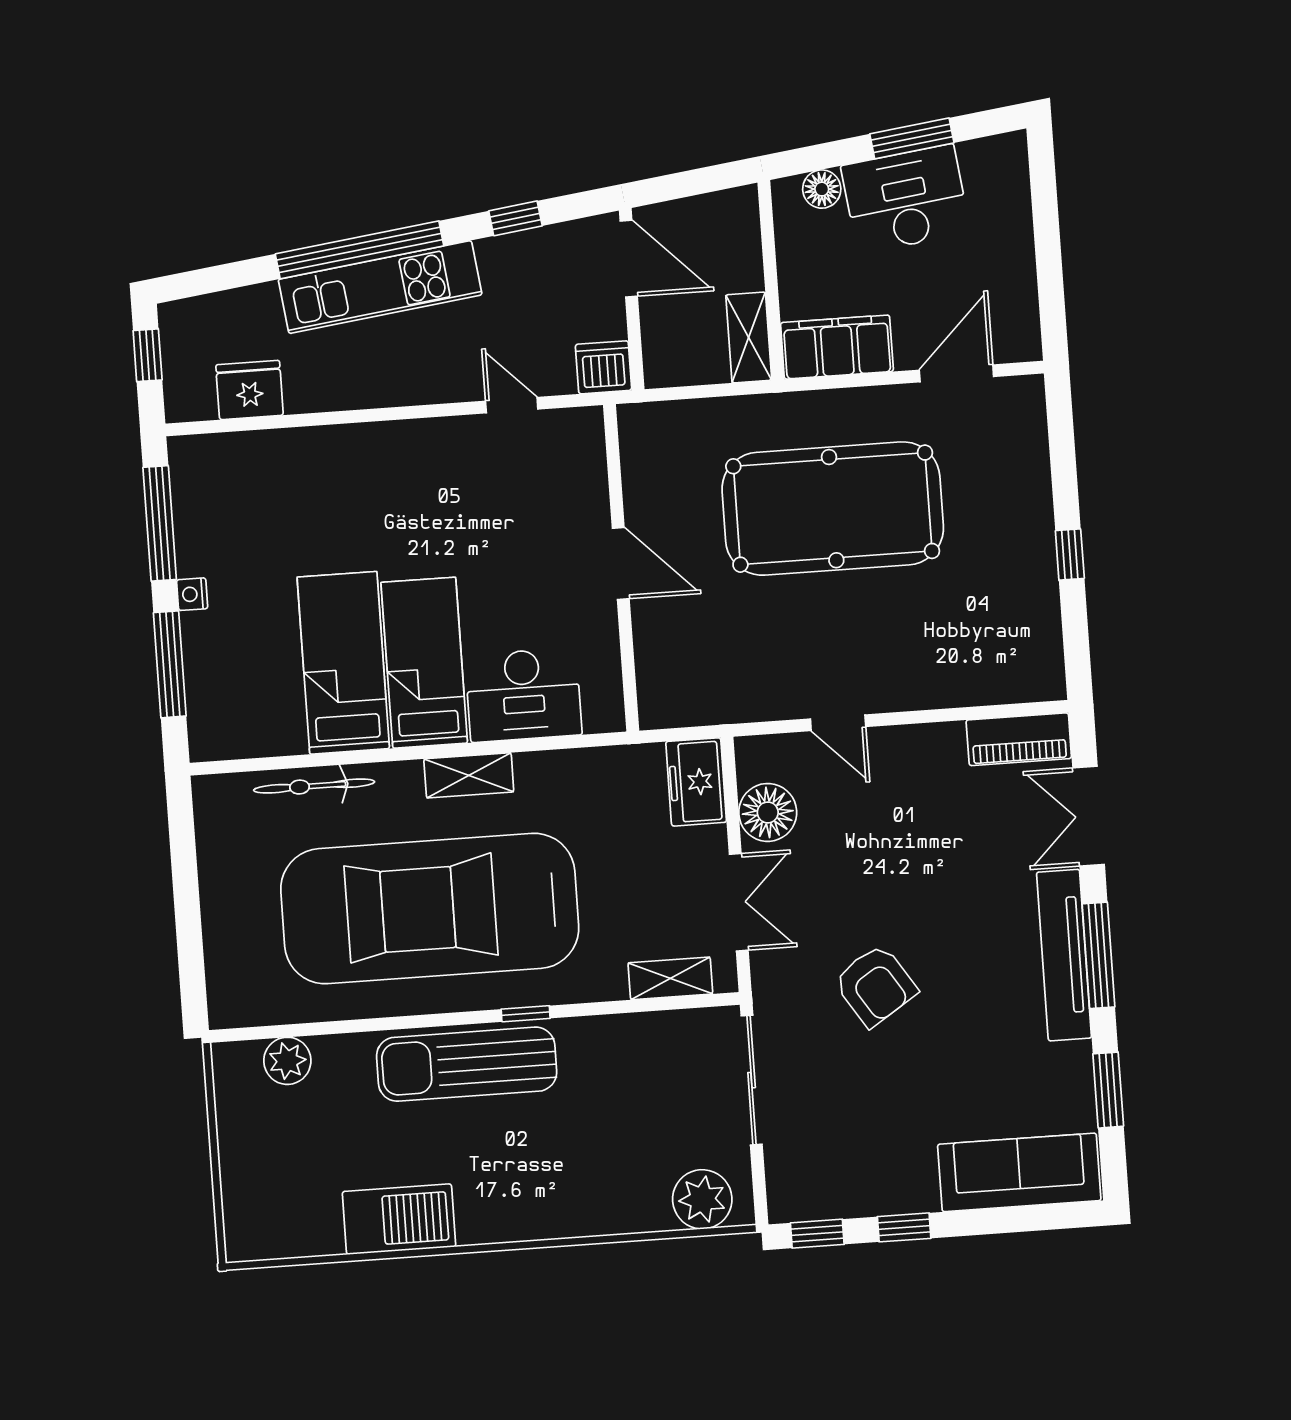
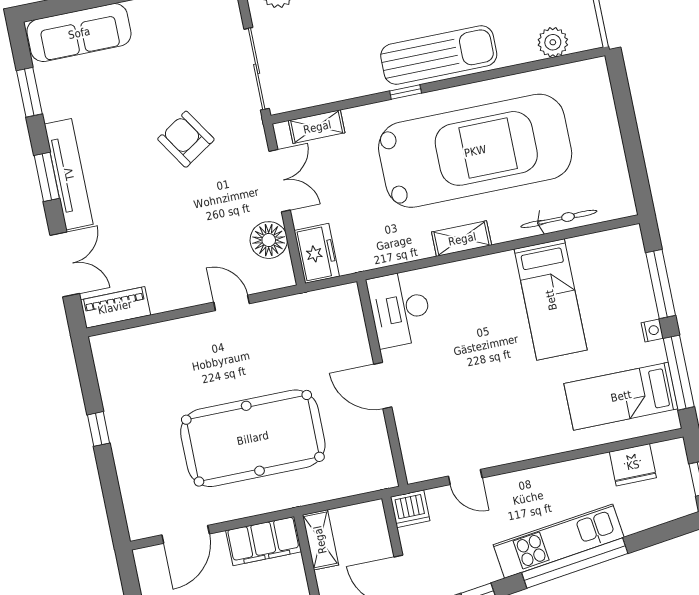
bed: (424, 663) -> (621, 396), moved, turned 90
desk: (524, 695) -> (400, 309), moved, turned -90
double door: (739, 902) -> (280, 181), swing flipped
window: (1099, 955) -> (47, 177), width x0.69

